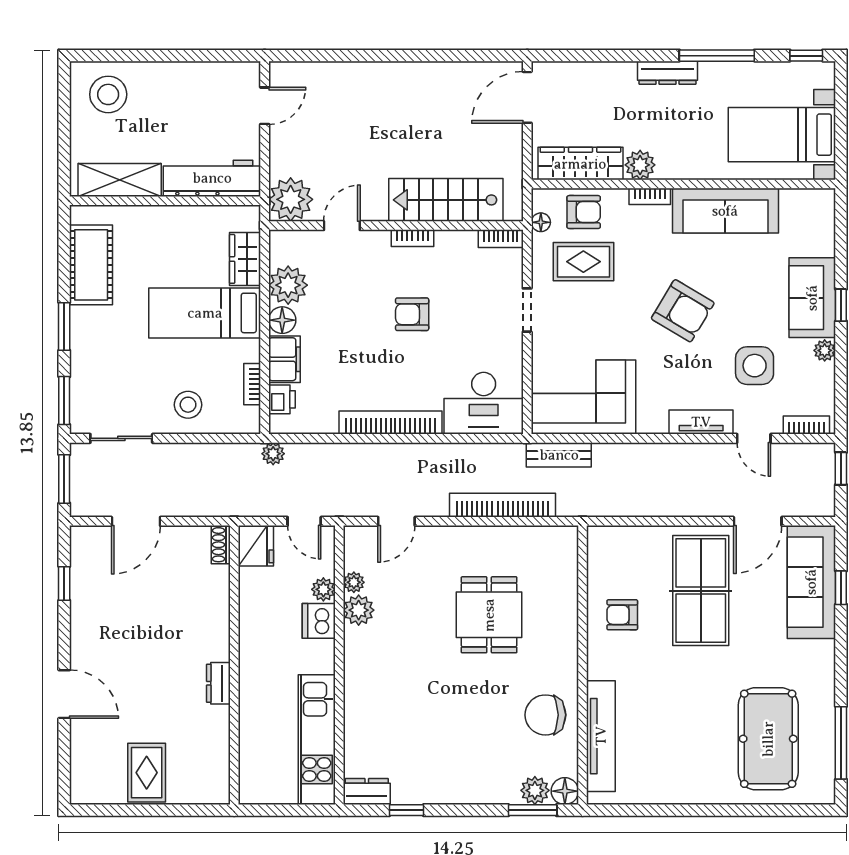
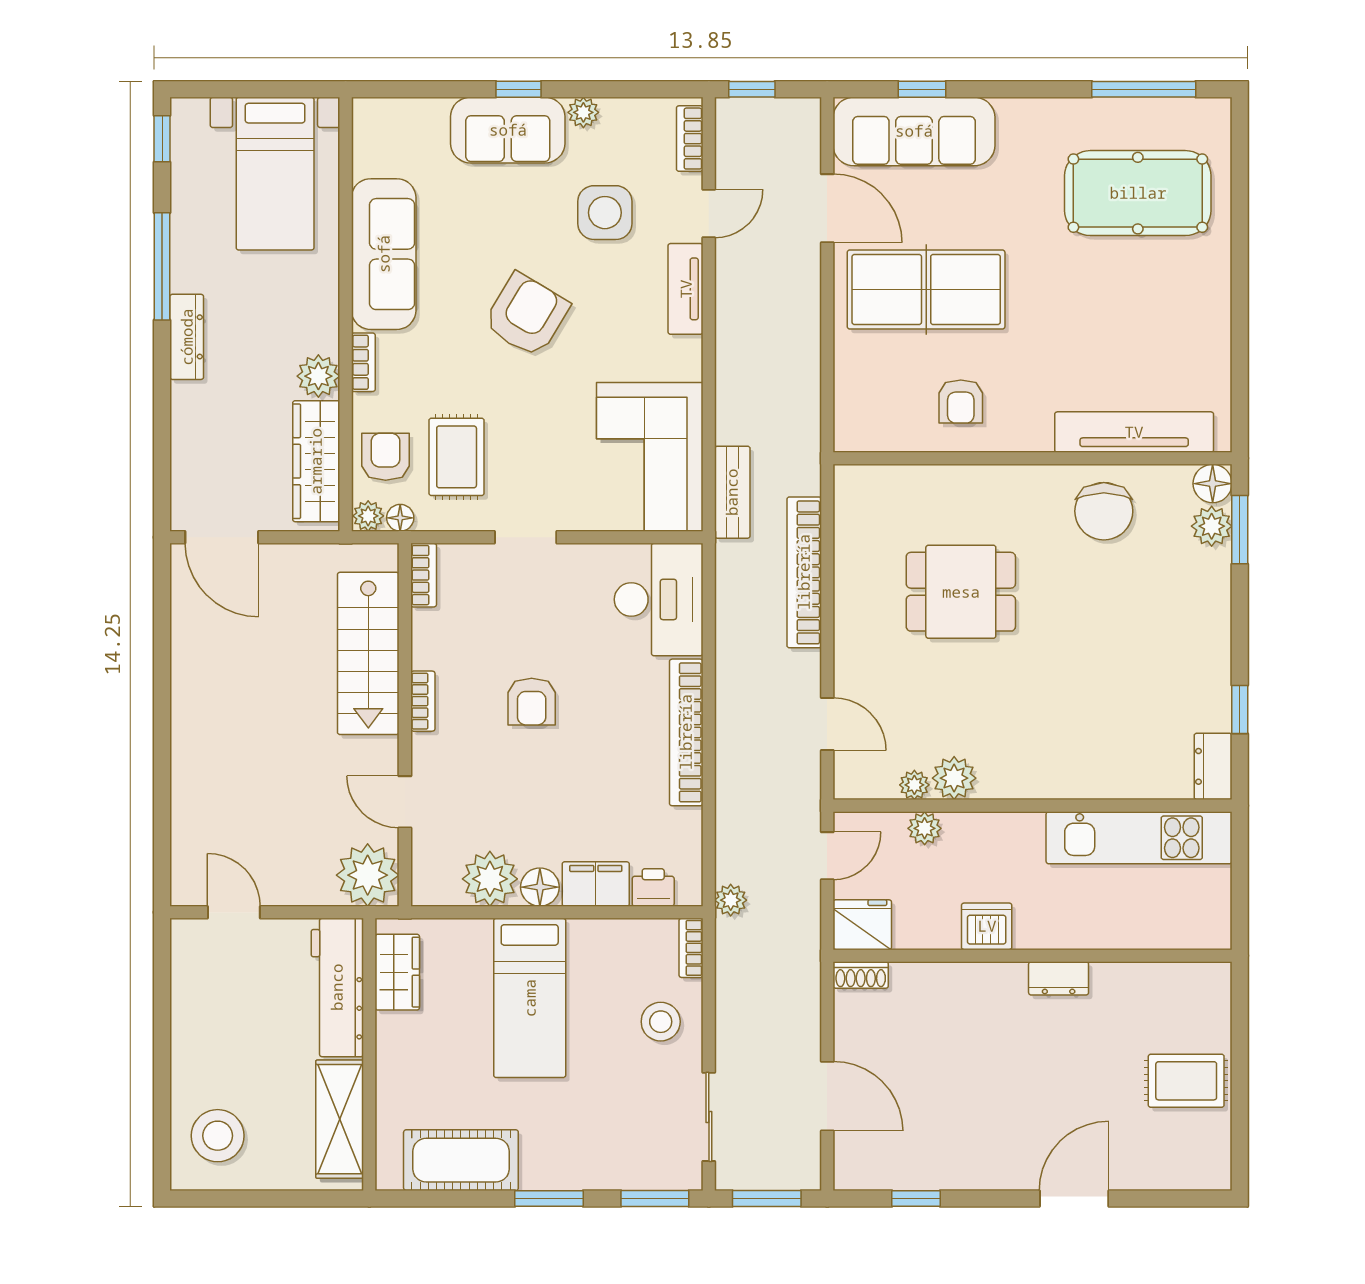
plant: (542, 200) -> (368, 516), added
wardrobe: (245, 259) -> (397, 972), moved, turned -90
bookcase: (252, 384) -> (691, 948), moved, turned 90
dishwasher: (319, 621) -> (987, 926), moved, turned 180

